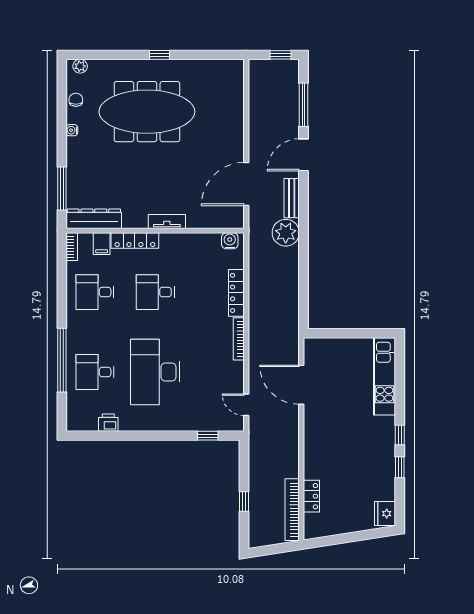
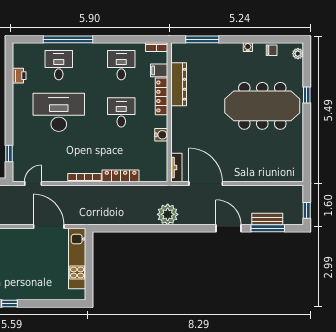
window: (160, 55) -> (307, 95), moved
meeting table: (147, 112) -> (262, 106), turned 90
bench: (292, 198) -> (267, 219), moved
dresser: (94, 219) -> (179, 84), moved
tv unit: (167, 222) -> (176, 167), moved
water cooler: (230, 241) -> (161, 135), moved
kitchen unit: (384, 376) -> (77, 259), moved, turned -90
door: (301, 385) -> (49, 227), hinge flipped

